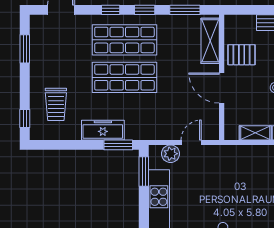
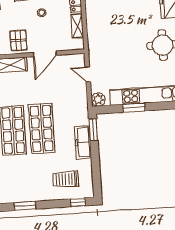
trolley: (56, 104) -> (66, 179), turned 180
plant: (171, 154) -> (98, 100), moved
window: (144, 171) -> (134, 108), moved

